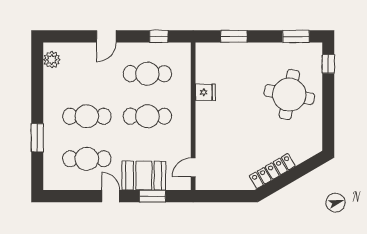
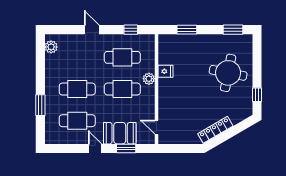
door: (106, 36) -> (92, 30), swing flipped
window: (328, 64) -> (257, 95), moved
plant: (183, 102) -> (149, 79), added
door: (193, 167) -> (156, 127), hinge flipped

